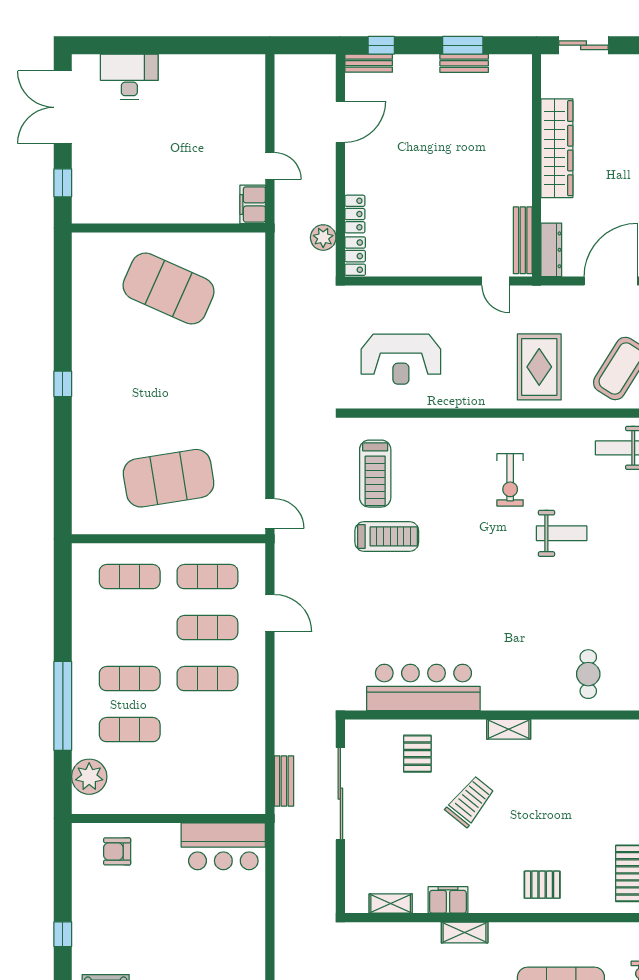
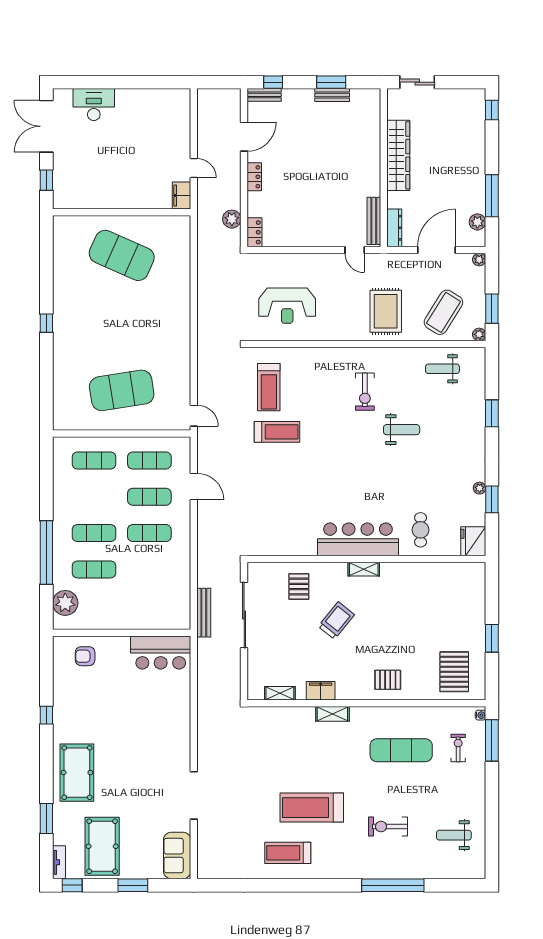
locker: (355, 214) -> (254, 177), moved
bar counter: (423, 687) -> (358, 539), moved
bench: (284, 781) -> (204, 613), width x1.36

